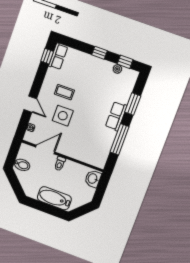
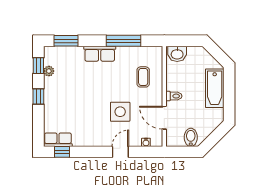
coffee table: (64, 92) -> (143, 77), moved
window: (133, 104) -> (66, 41), moved

